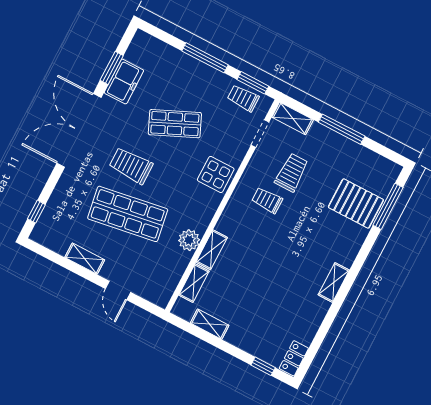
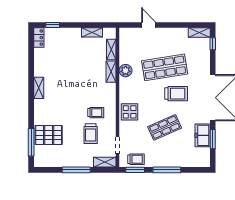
shelving: (85, 259) -> (199, 33), moved

